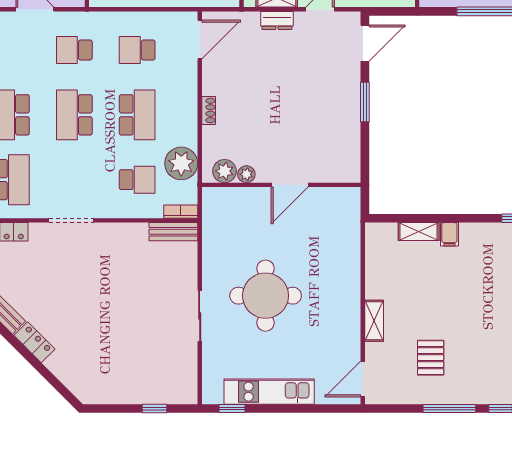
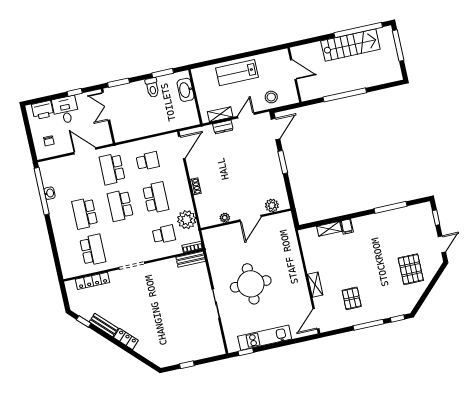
school desk: (74, 50) -> (112, 169), width x1.85
school desk: (137, 50) -> (148, 161), turned 180
plant: (224, 171) -> (272, 205), moved
window: (154, 408) -> (187, 365), moved

